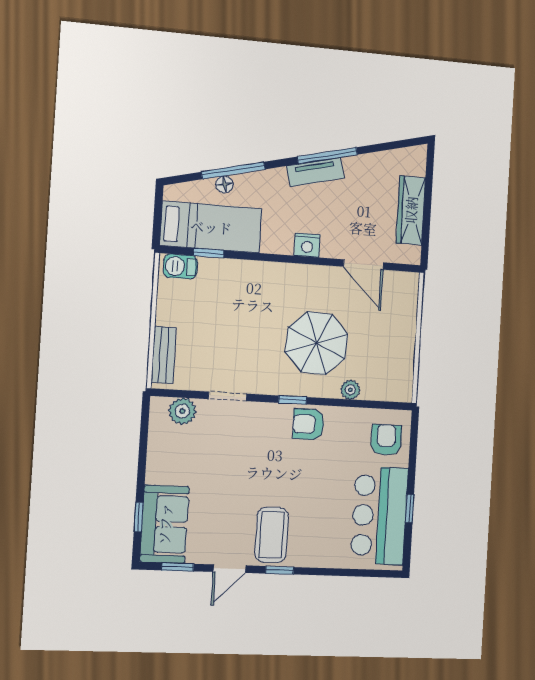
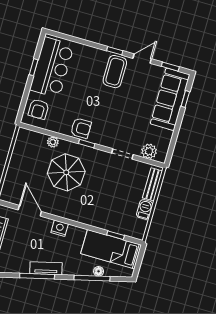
barbecue: (180, 266) -> (145, 209), moved, turned -90
sofa: (165, 524) -> (170, 99), width x1.36

